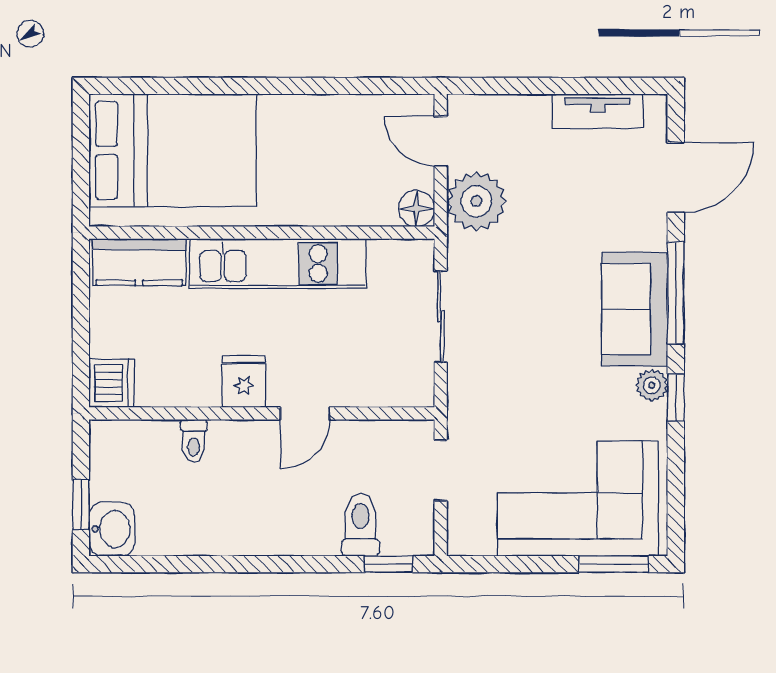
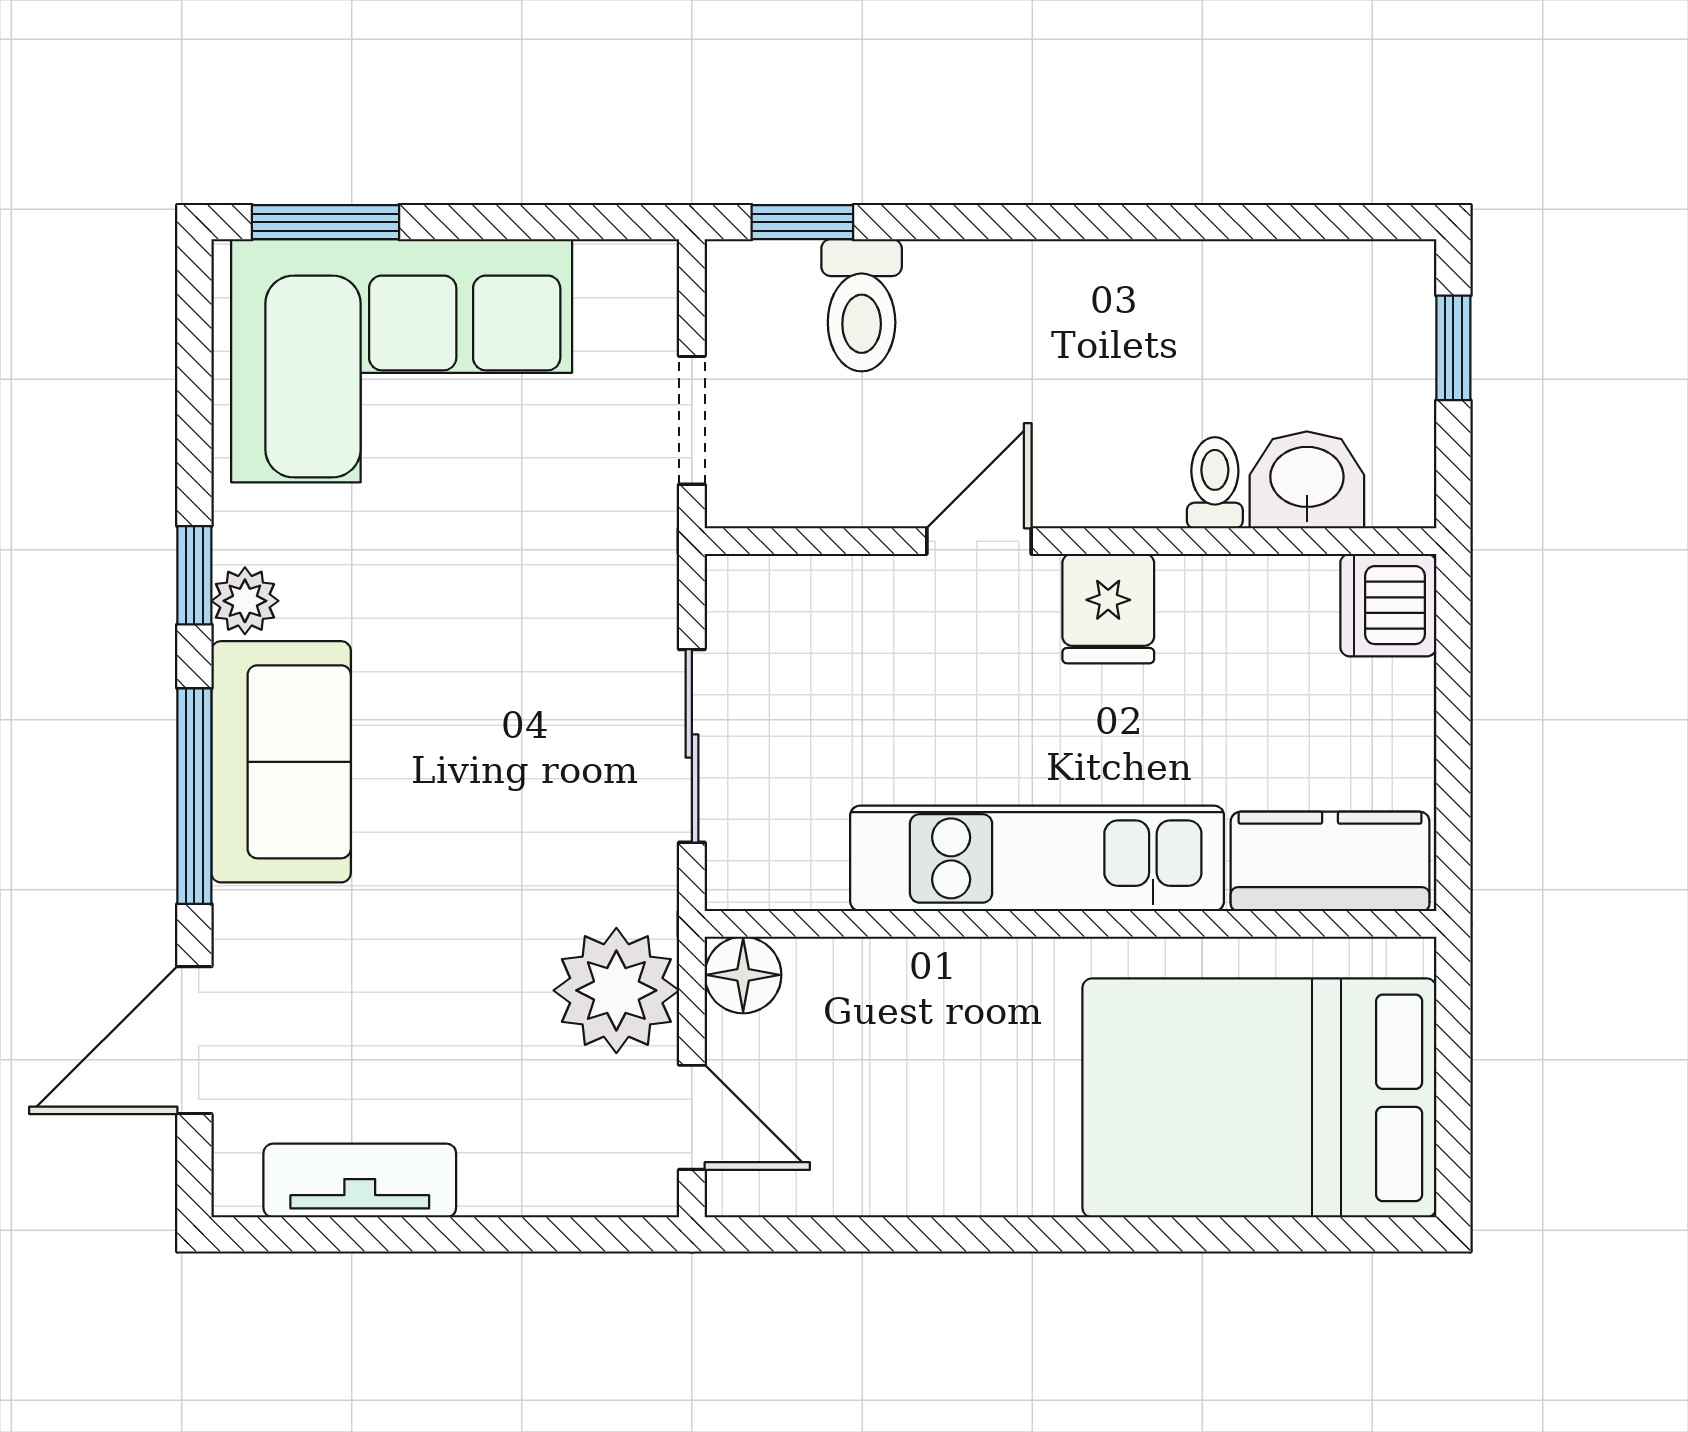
washbasin: (112, 529) -> (1307, 480), moved, turned 90

